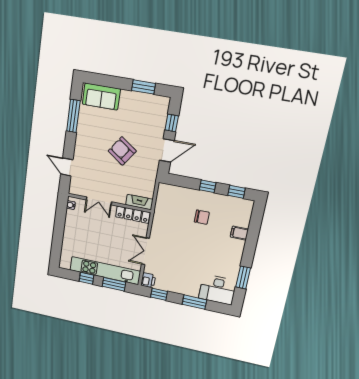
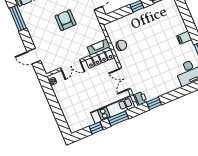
armchair: (122, 151) -> (65, 20), turned 55
chair: (202, 217) -> (121, 45), moved
filing cabinet: (239, 233) -> (184, 38), moved
kitchen unit: (105, 271) -> (113, 110), width x0.73
window: (194, 302) -> (181, 92), removed

